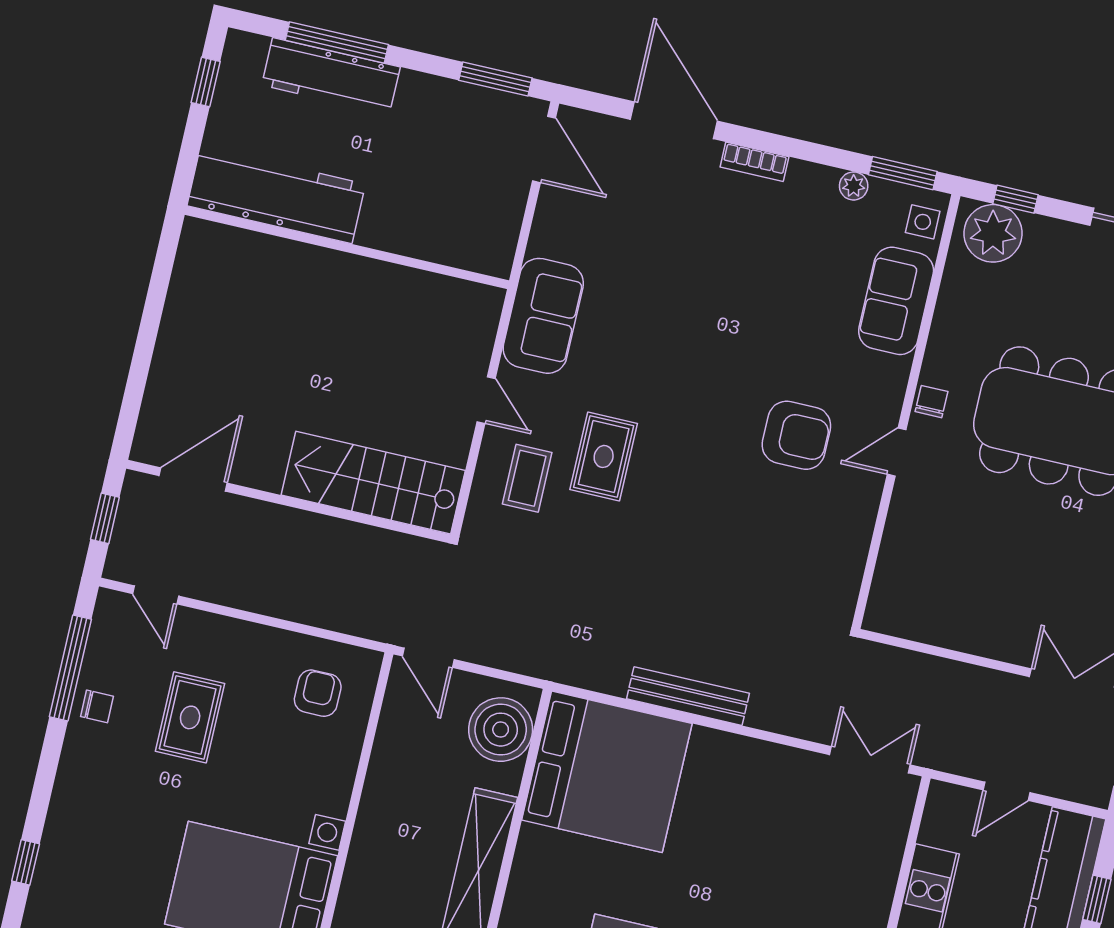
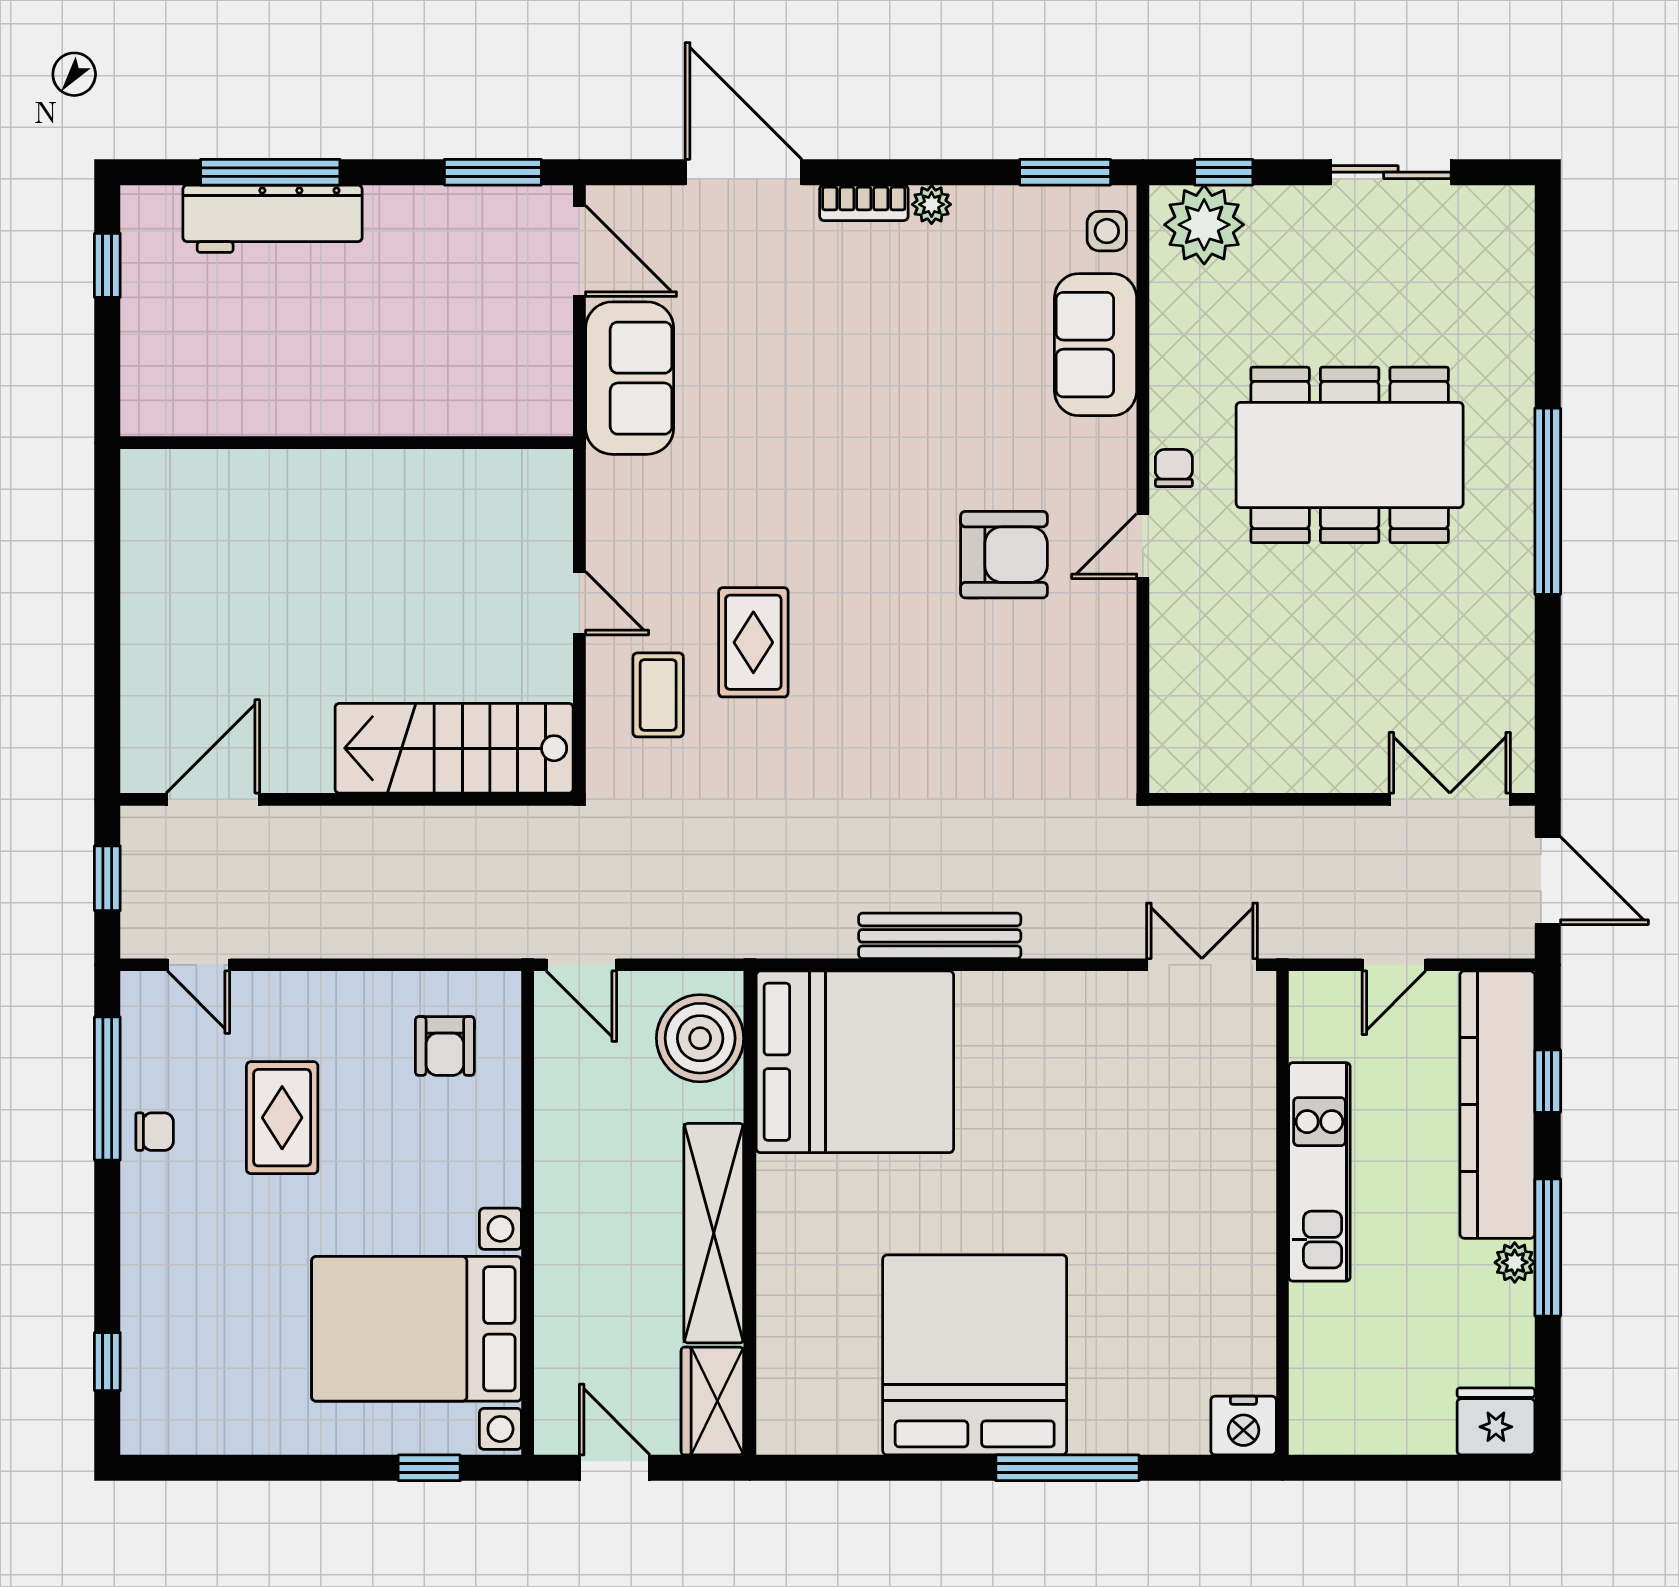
plant: (854, 186) -> (932, 204), moved
workbench: (276, 195) -> (236, 394), removed
sofa: (543, 316) -> (630, 378), moved
armchair: (318, 693) -> (445, 1046), turned 180

